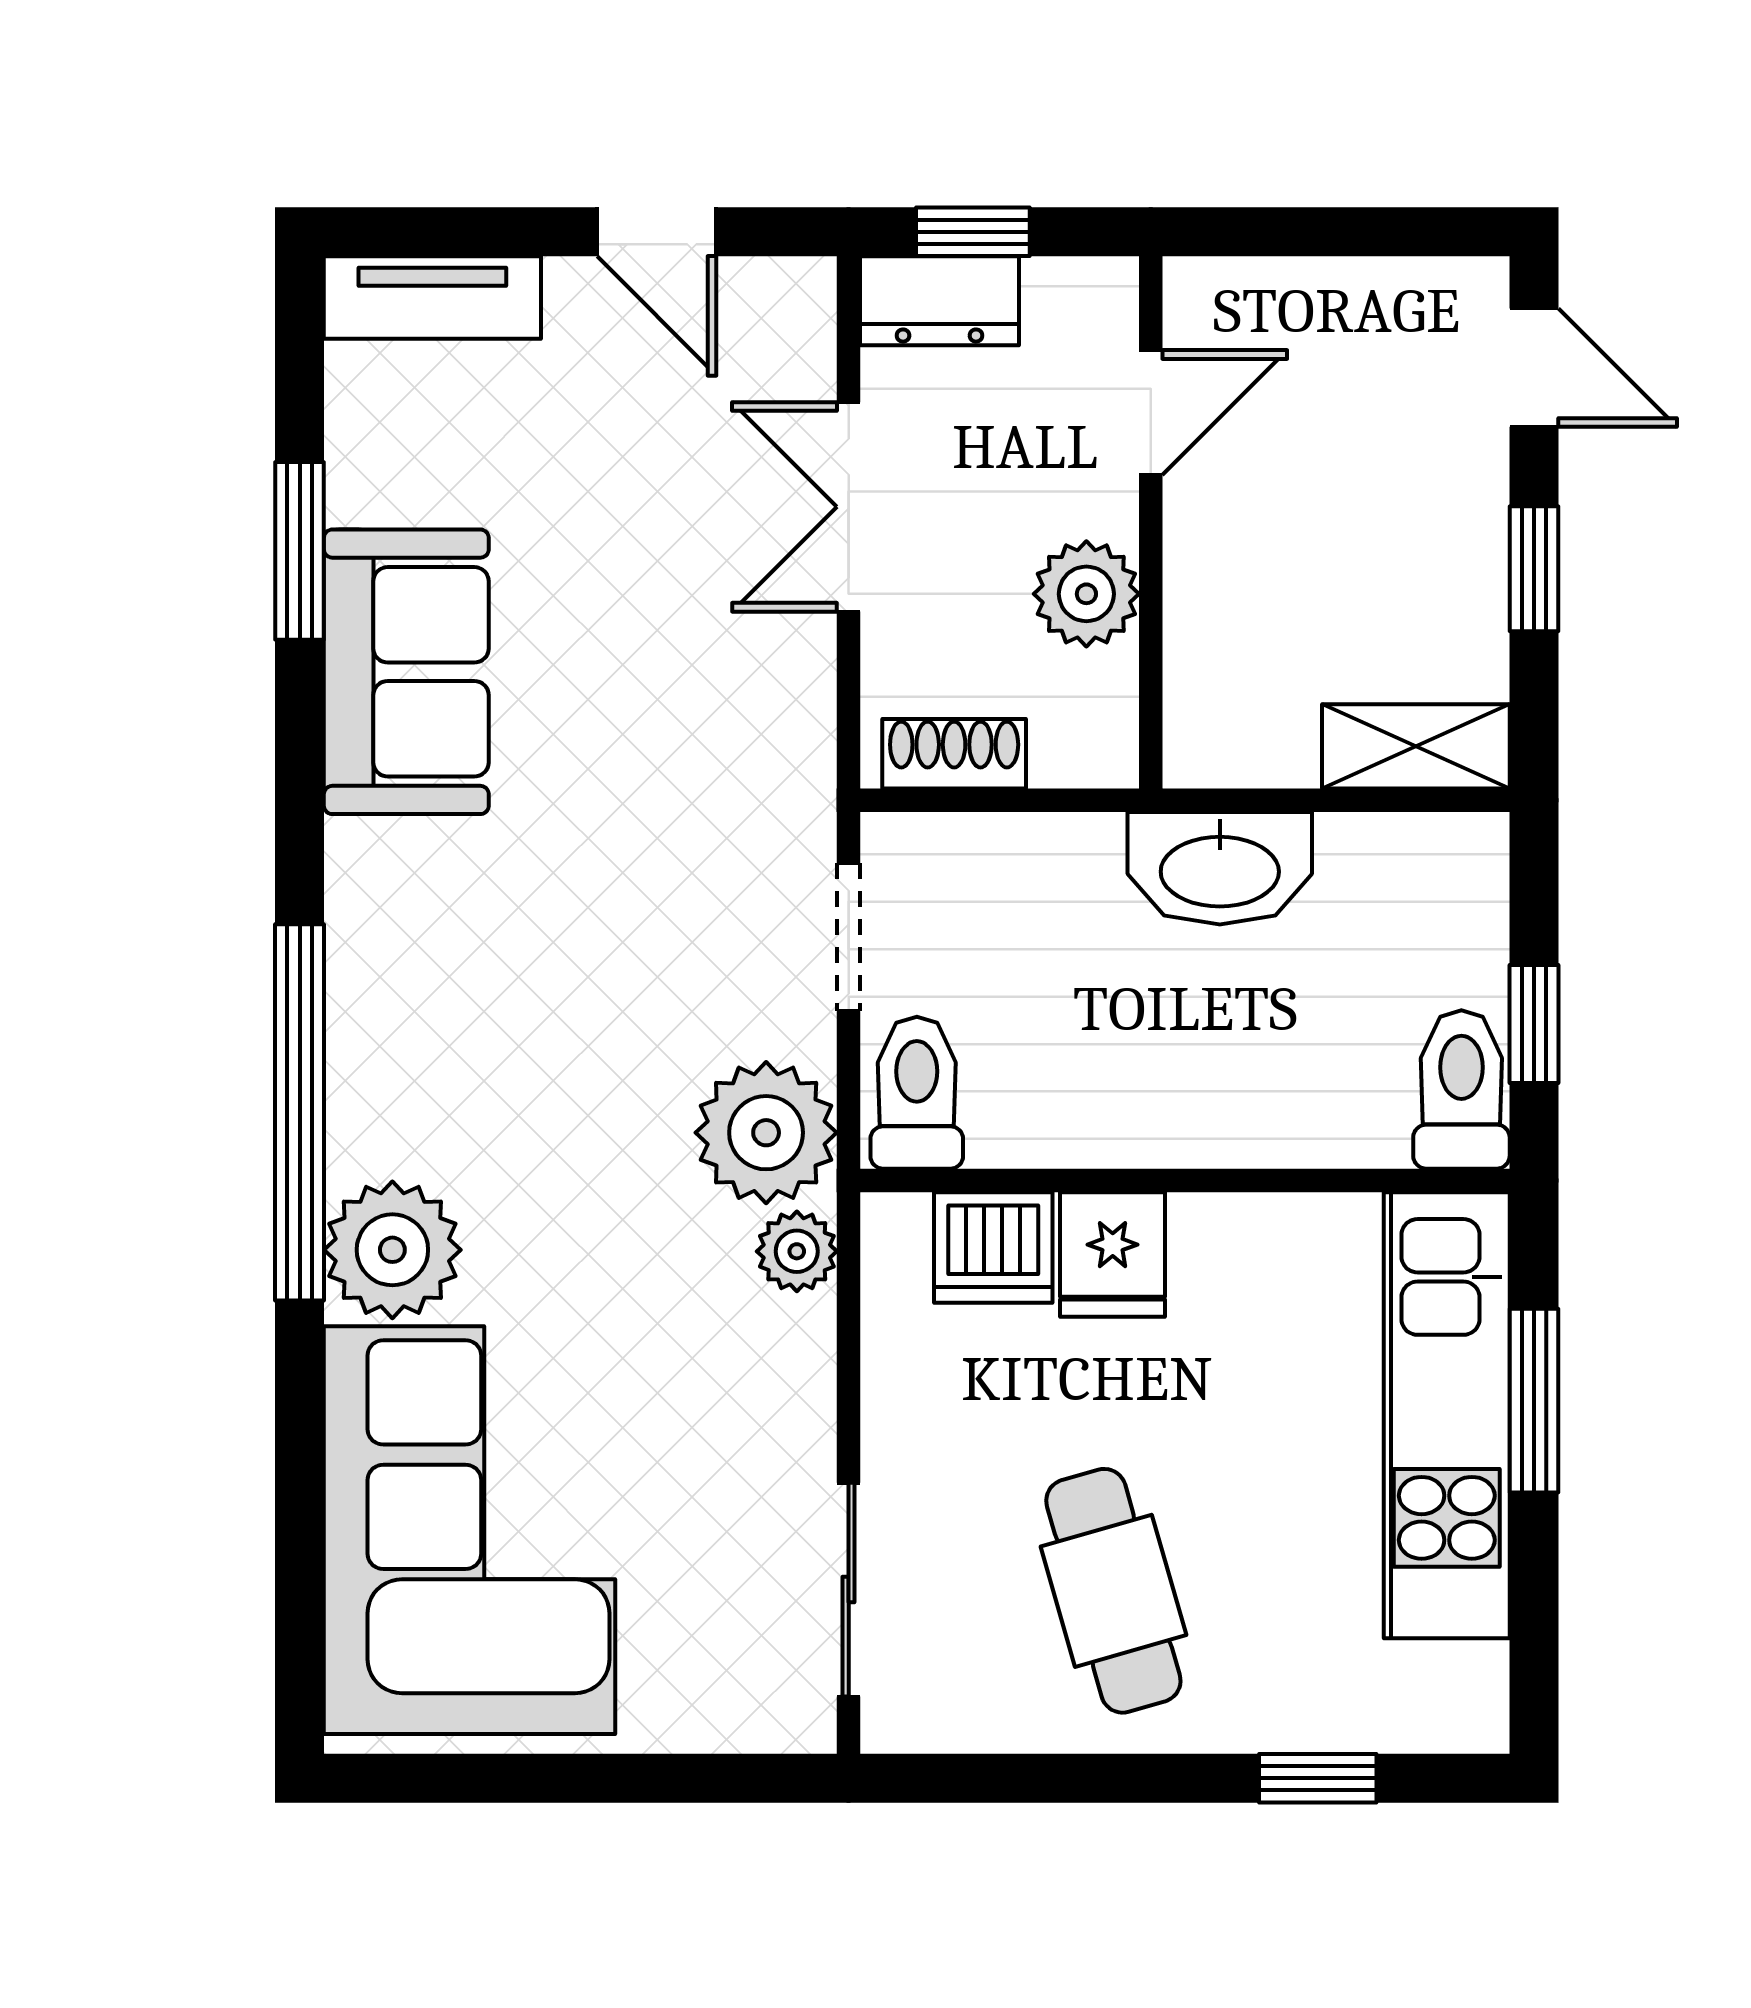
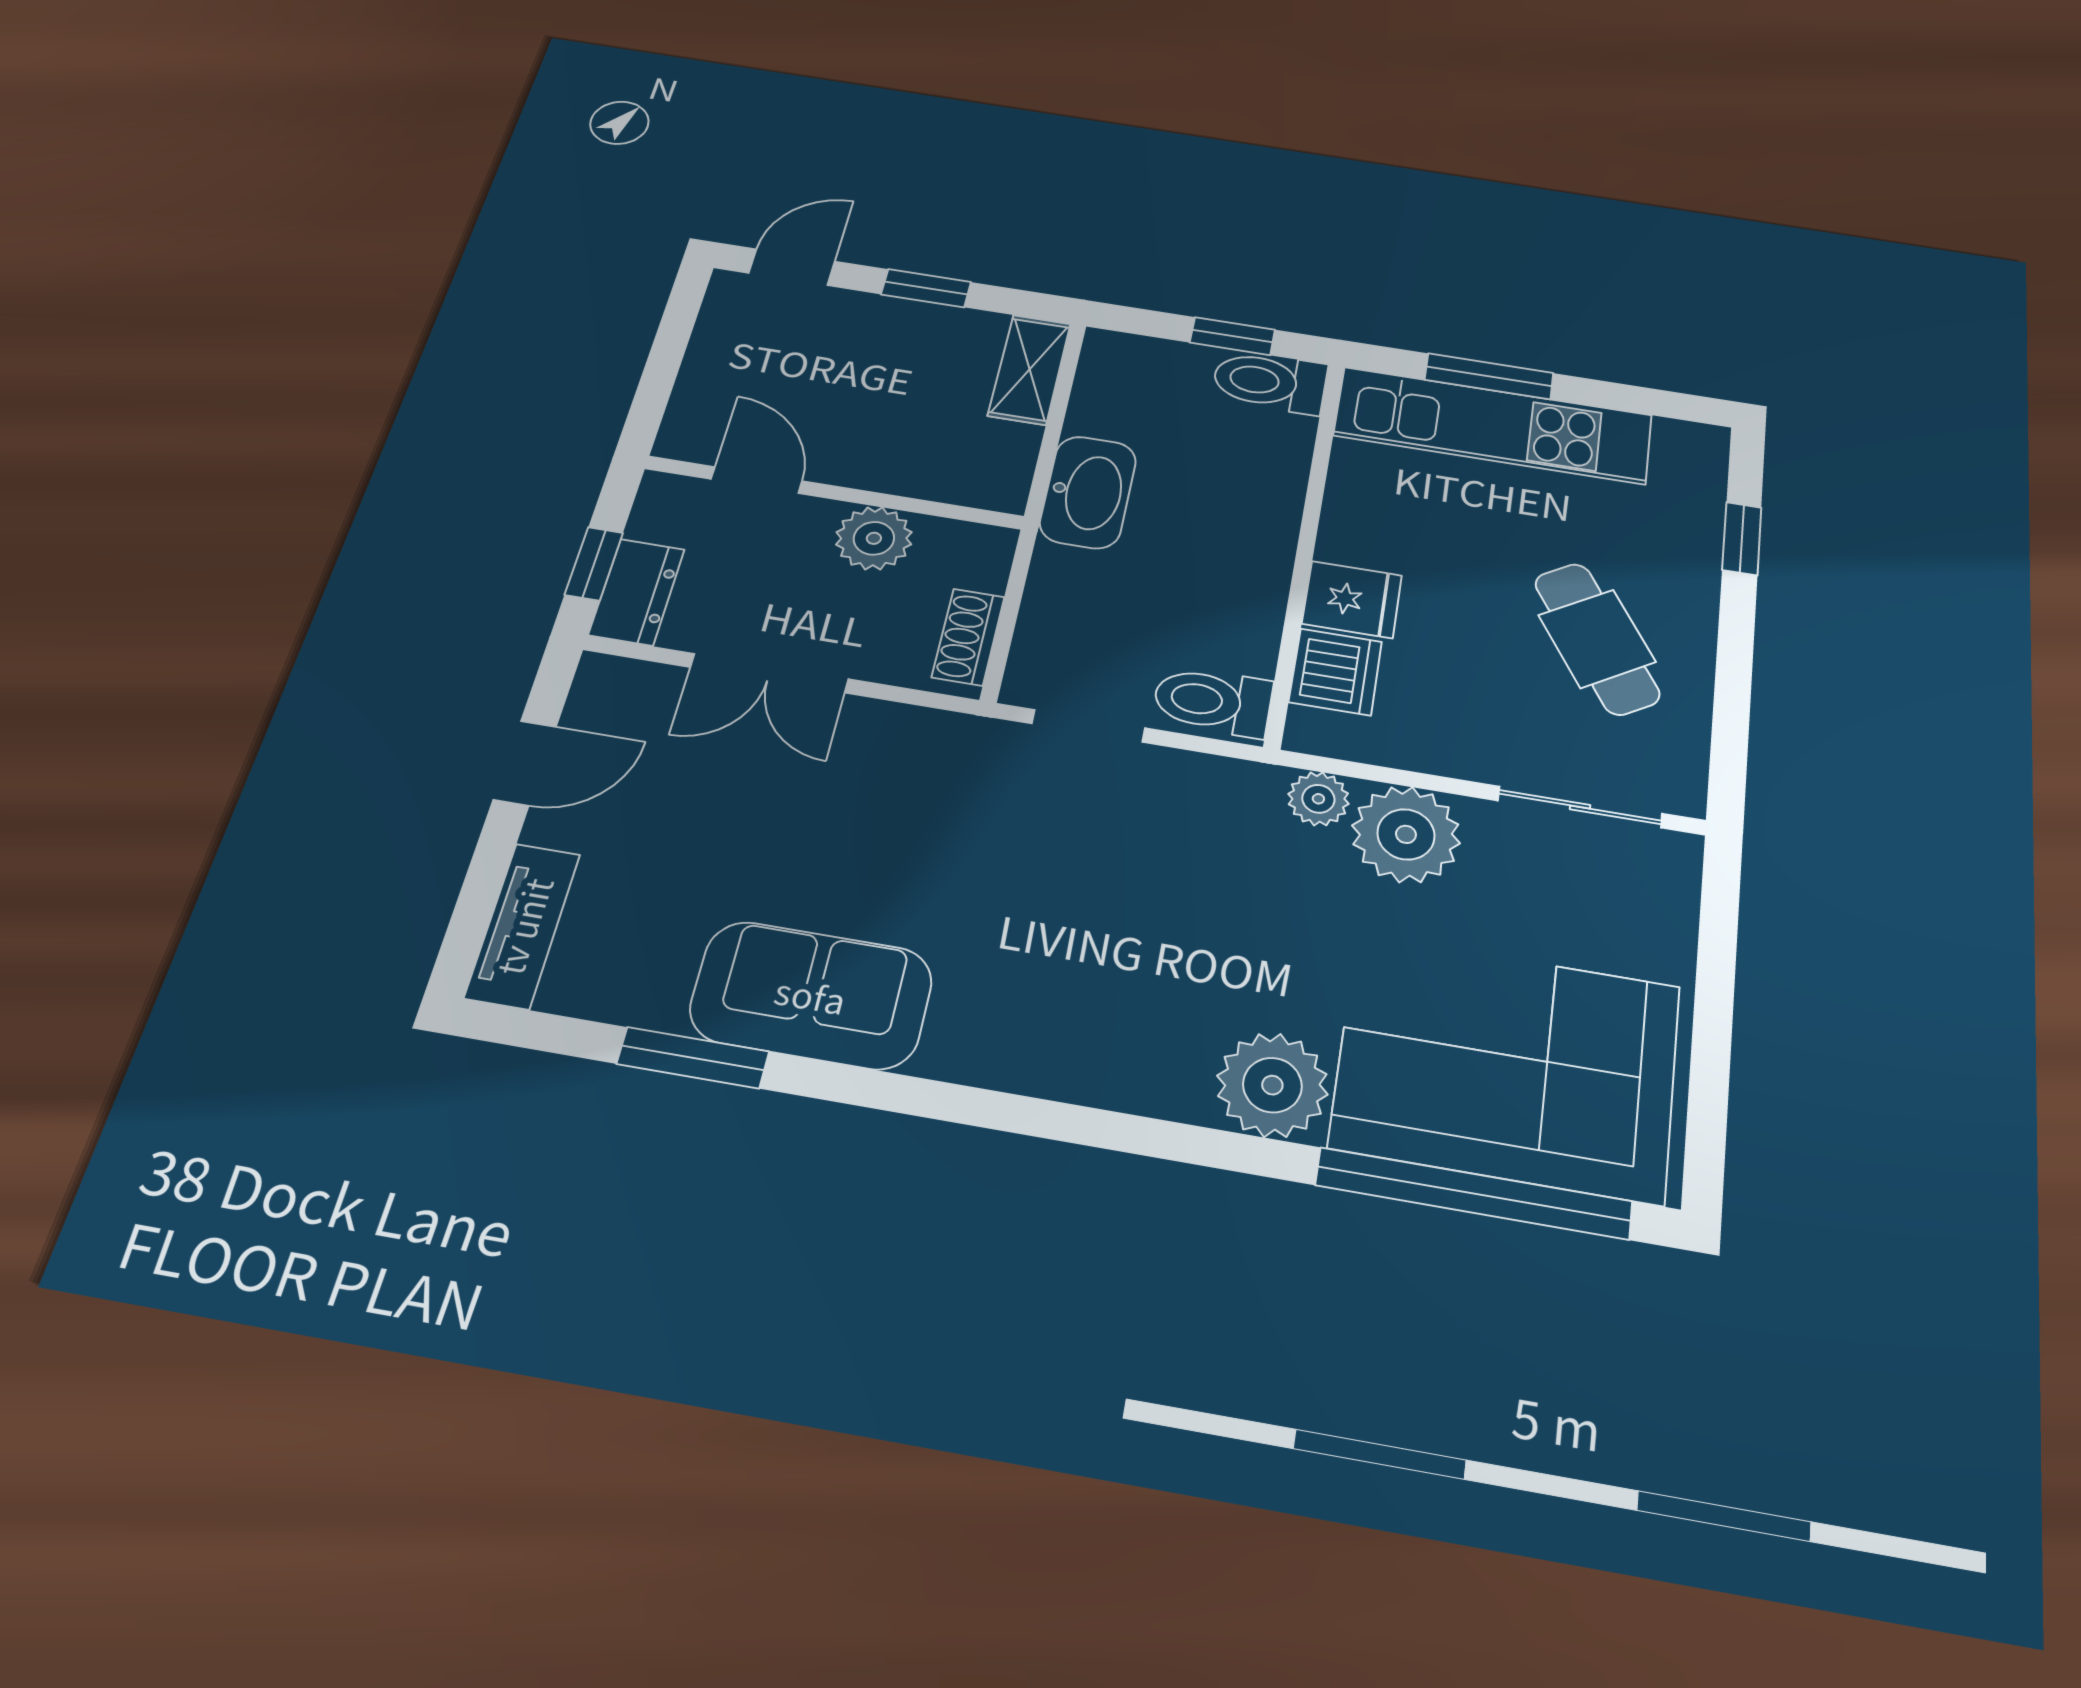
window: (300, 1112) -> (1474, 1193), moved
plant: (766, 1133) -> (1406, 834), moved
cafe table: (1113, 1591) -> (1597, 639), turned 74

